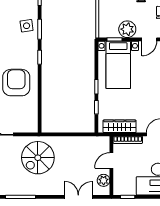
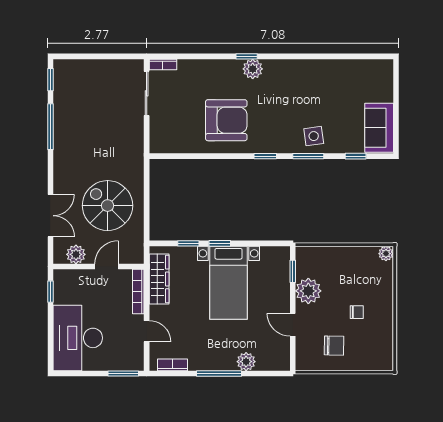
bed with nightstands: (118, 65) -> (229, 283), moved, turned -90
spiral stairs: (38, 158) -> (108, 206), moved
door: (111, 160) -> (107, 267), hinge flipped

